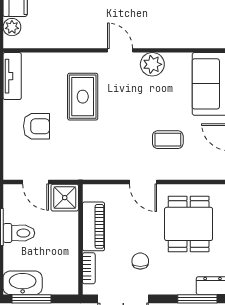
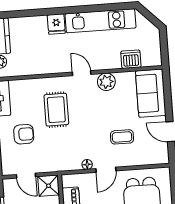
dishwasher: (187, 36) -> (131, 59), added
floor lamp: (118, 173) -> (87, 164), added
door: (143, 182) -> (106, 170), hinge flipped

